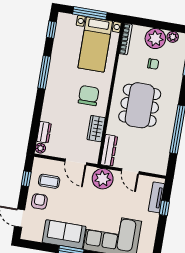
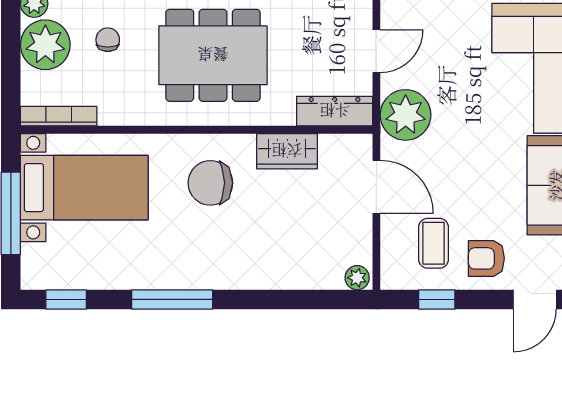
dresser: (44, 132) -> (317, 276), removed
door: (76, 162) -> (376, 187), hinge flipped

